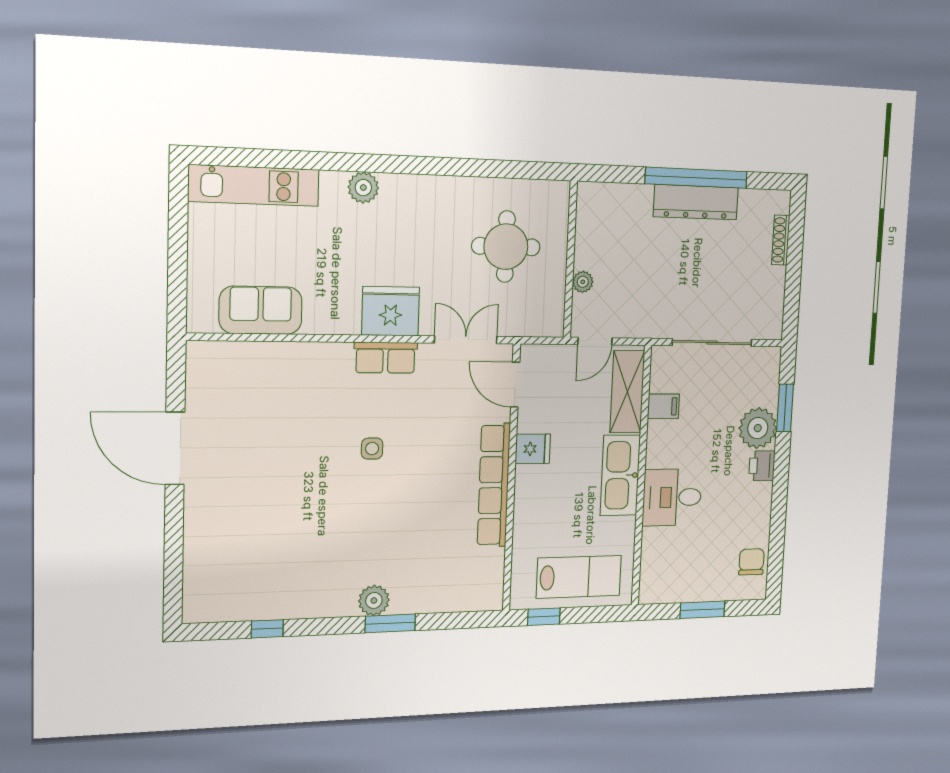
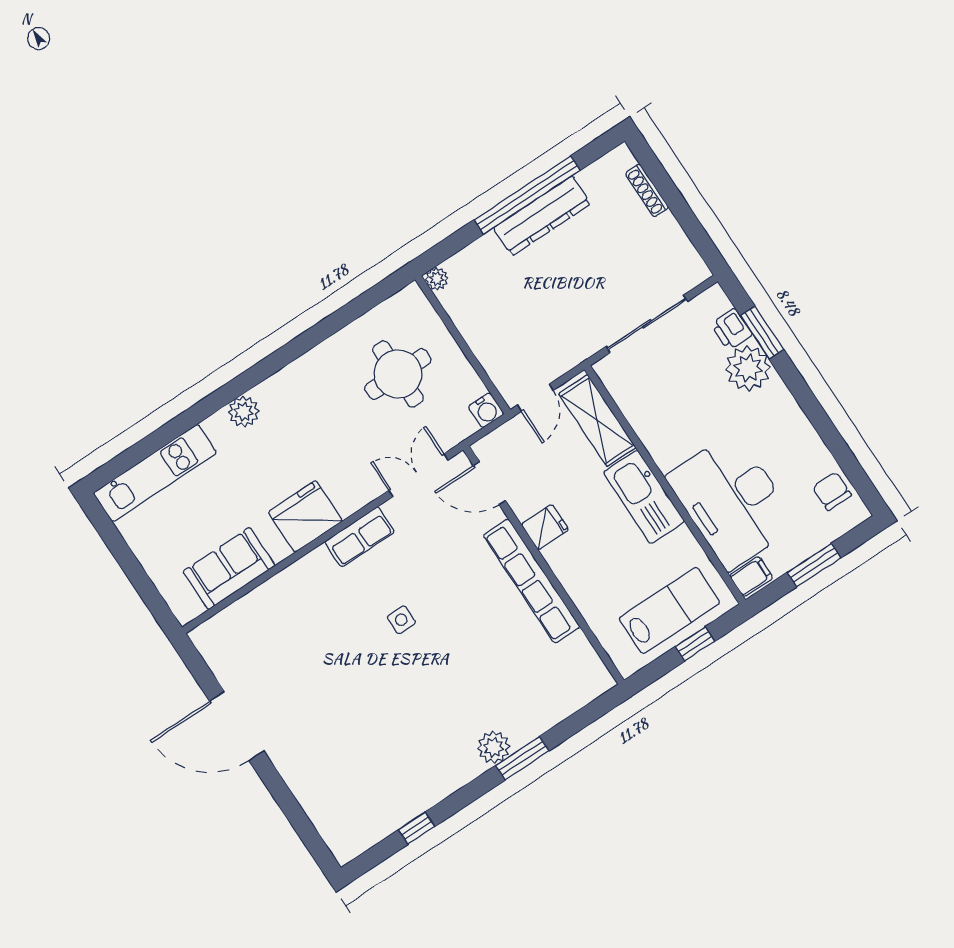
plant: (583, 282) -> (437, 279), moved
fridge: (391, 311) -> (305, 516), moved
water cooler: (552, 325) -> (486, 410), added
filing cabinet: (663, 406) -> (751, 577), moved
printer: (762, 466) -> (732, 329), moved
desk: (672, 497) -> (732, 501), width x1.87, depth x1.30
window: (544, 617) -> (695, 644), moved

